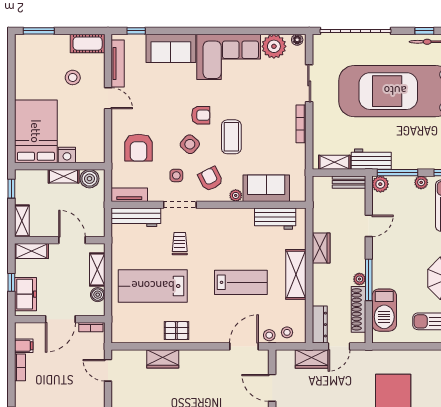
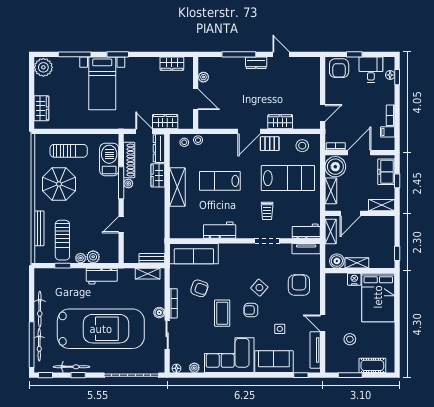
window: (39, 31) -> (350, 375), moved
cot: (88, 44) -> (372, 365), moved
plant: (274, 46) -> (194, 368), width x0.53, depth x0.53
boiler: (319, 112) -> (159, 313), added
coffee table: (231, 137) -> (222, 313), moved
workbench: (371, 159) -> (102, 276), moved
window: (397, 173) -> (99, 266), removed
side table: (176, 175) -> (280, 329), moved
armchair: (211, 179) -> (199, 288), moved, turned -44
bench: (349, 182) -> (152, 258), moved
plant: (380, 184) -> (93, 257), moved
sofa: (266, 188) -> (194, 254), width x1.36
plant: (236, 195) -> (224, 248), removed
workbench: (136, 217) -> (306, 231), width x0.73
workbench: (275, 219) -> (220, 230), moved
shelving: (22, 221) -> (331, 231), moved
door: (72, 240) -> (350, 213), hinge flipped
wardrobe: (321, 248) -> (158, 175), moved
boiler: (98, 295) -> (335, 167), width x1.86, depth x1.86
stool: (134, 328) -> (302, 146), added
door: (244, 346) -> (249, 131), moved
door: (339, 346) -> (144, 131), hinge flipped
door: (108, 370) -> (323, 113), hinge flipped

